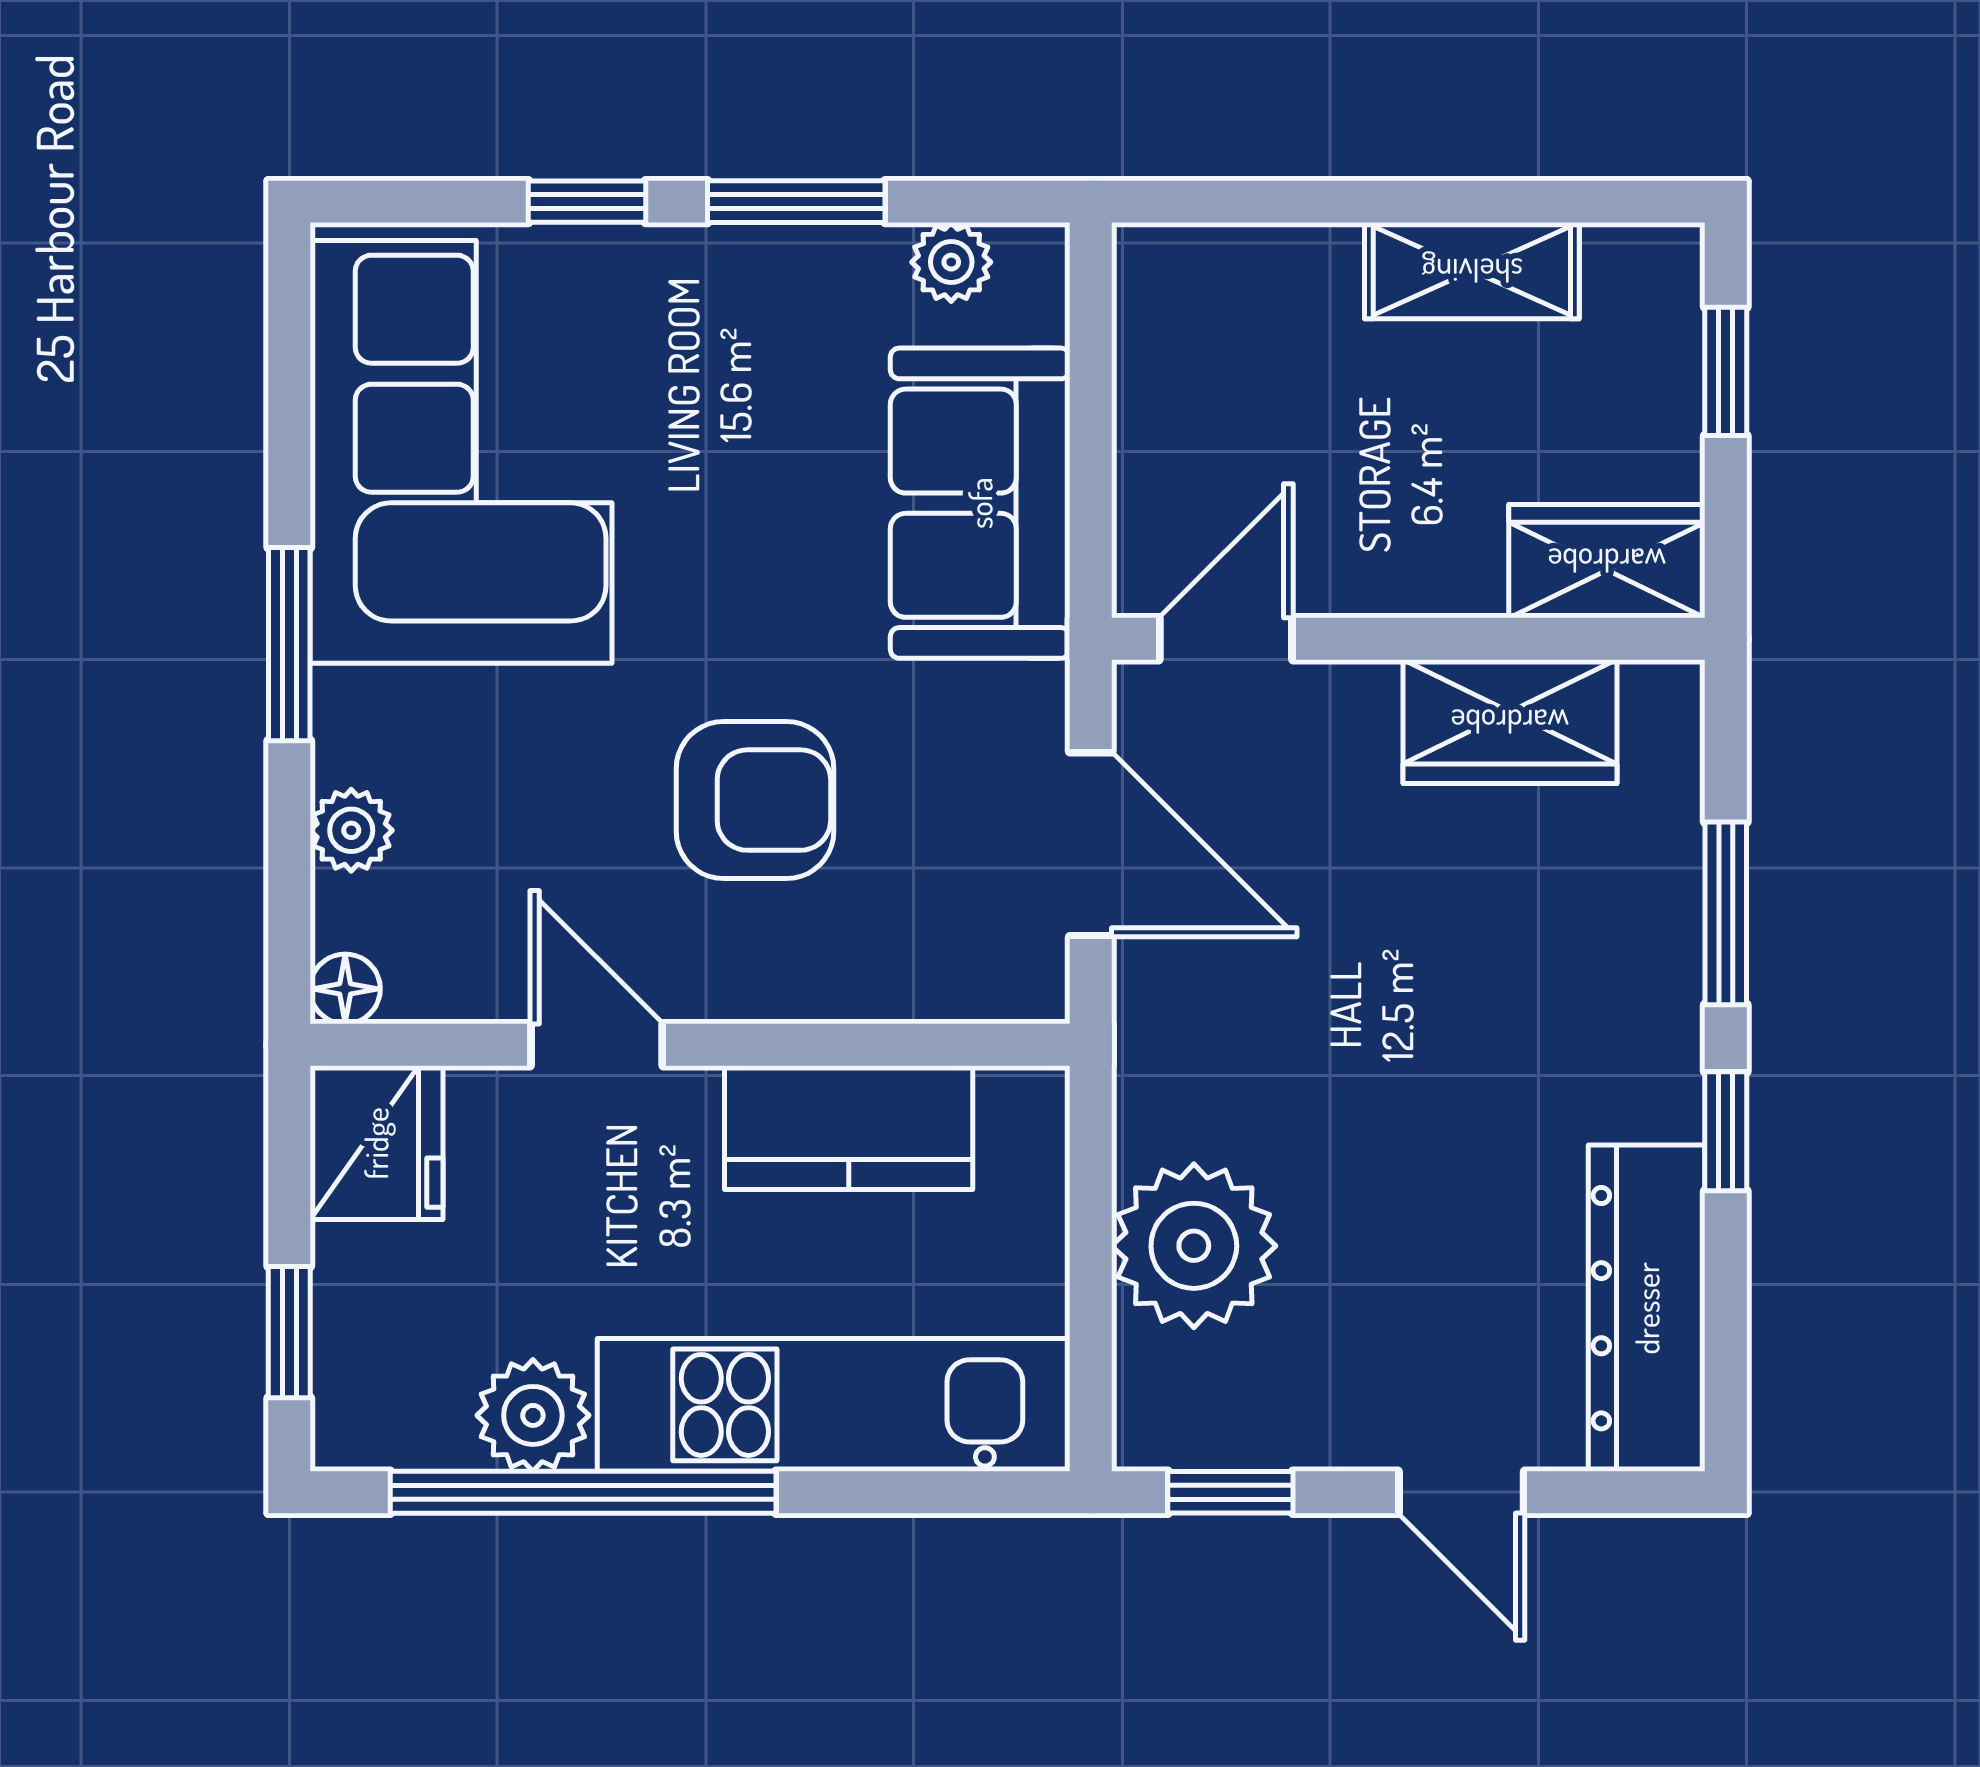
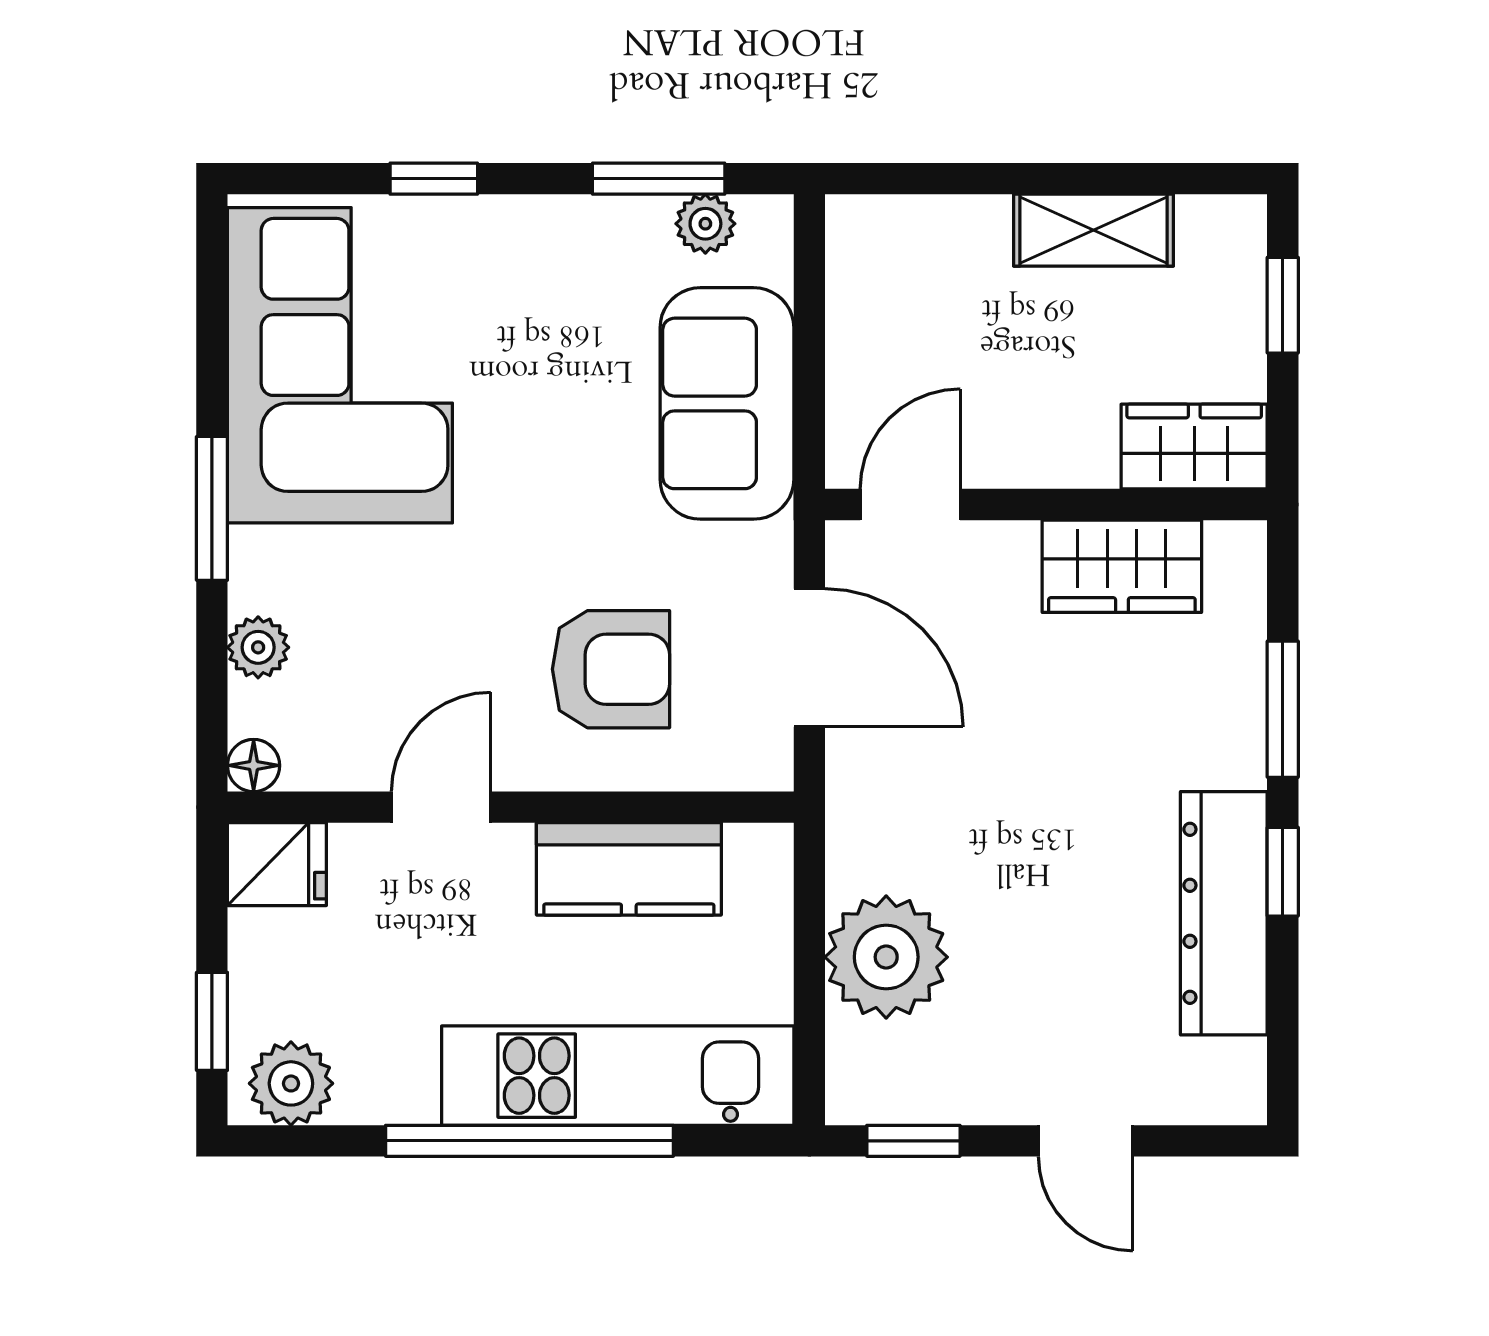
window: (796, 202) -> (659, 179), moved
armchair: (755, 800) -> (611, 669), moved
door: (597, 1045) -> (441, 807), hinge flipped
fridge: (376, 1143) -> (277, 864), width x0.72
dresser: (1647, 1308) -> (1224, 913), moved
plant: (533, 1415) -> (291, 1083), moved
window: (583, 1492) -> (529, 1141), moved

